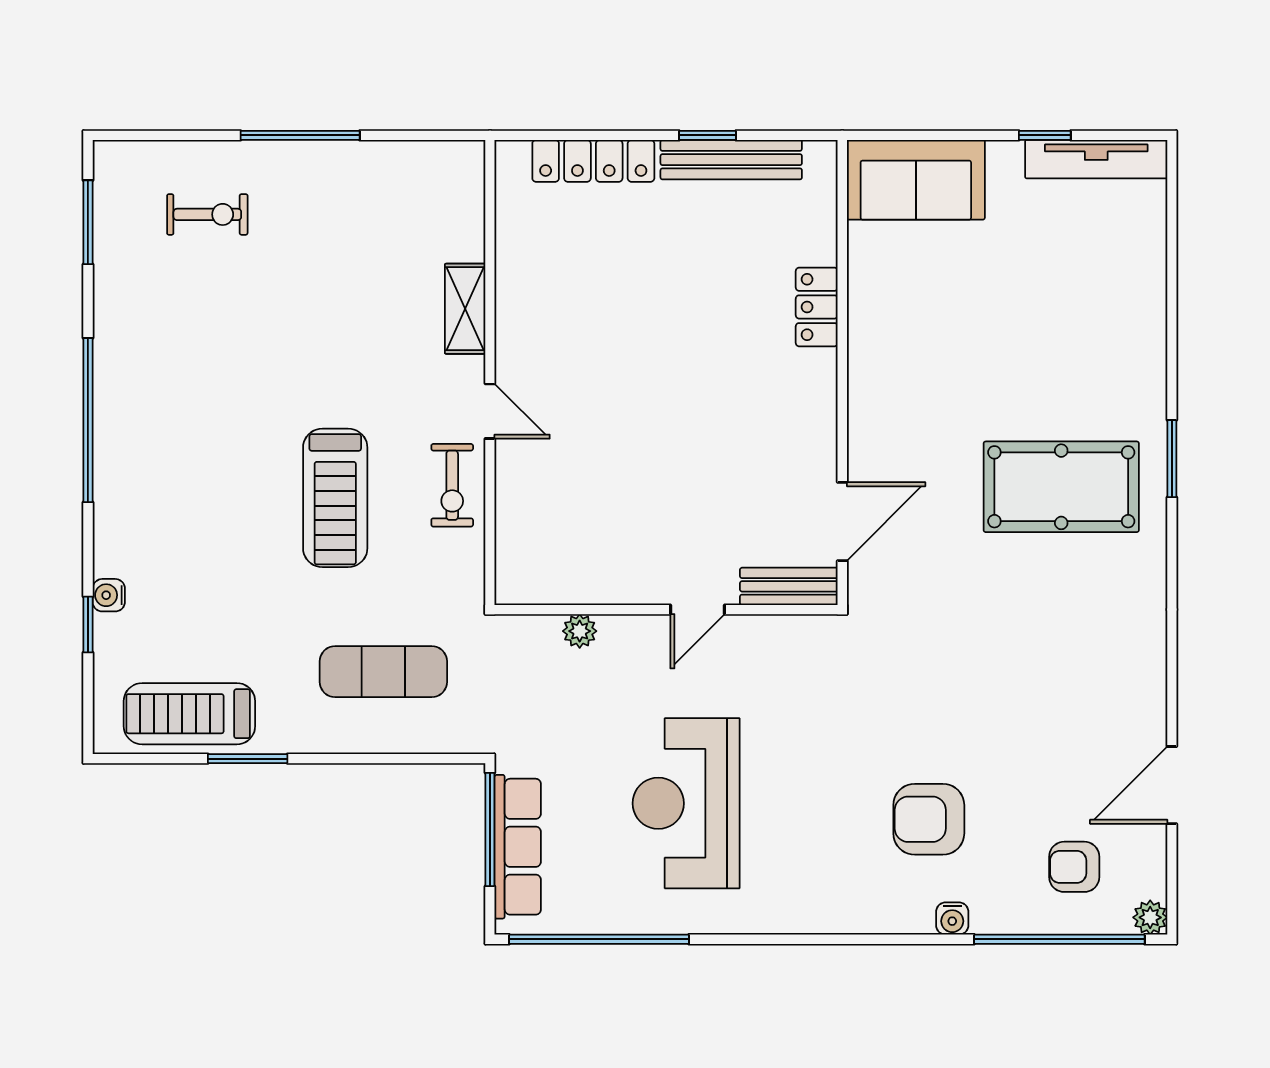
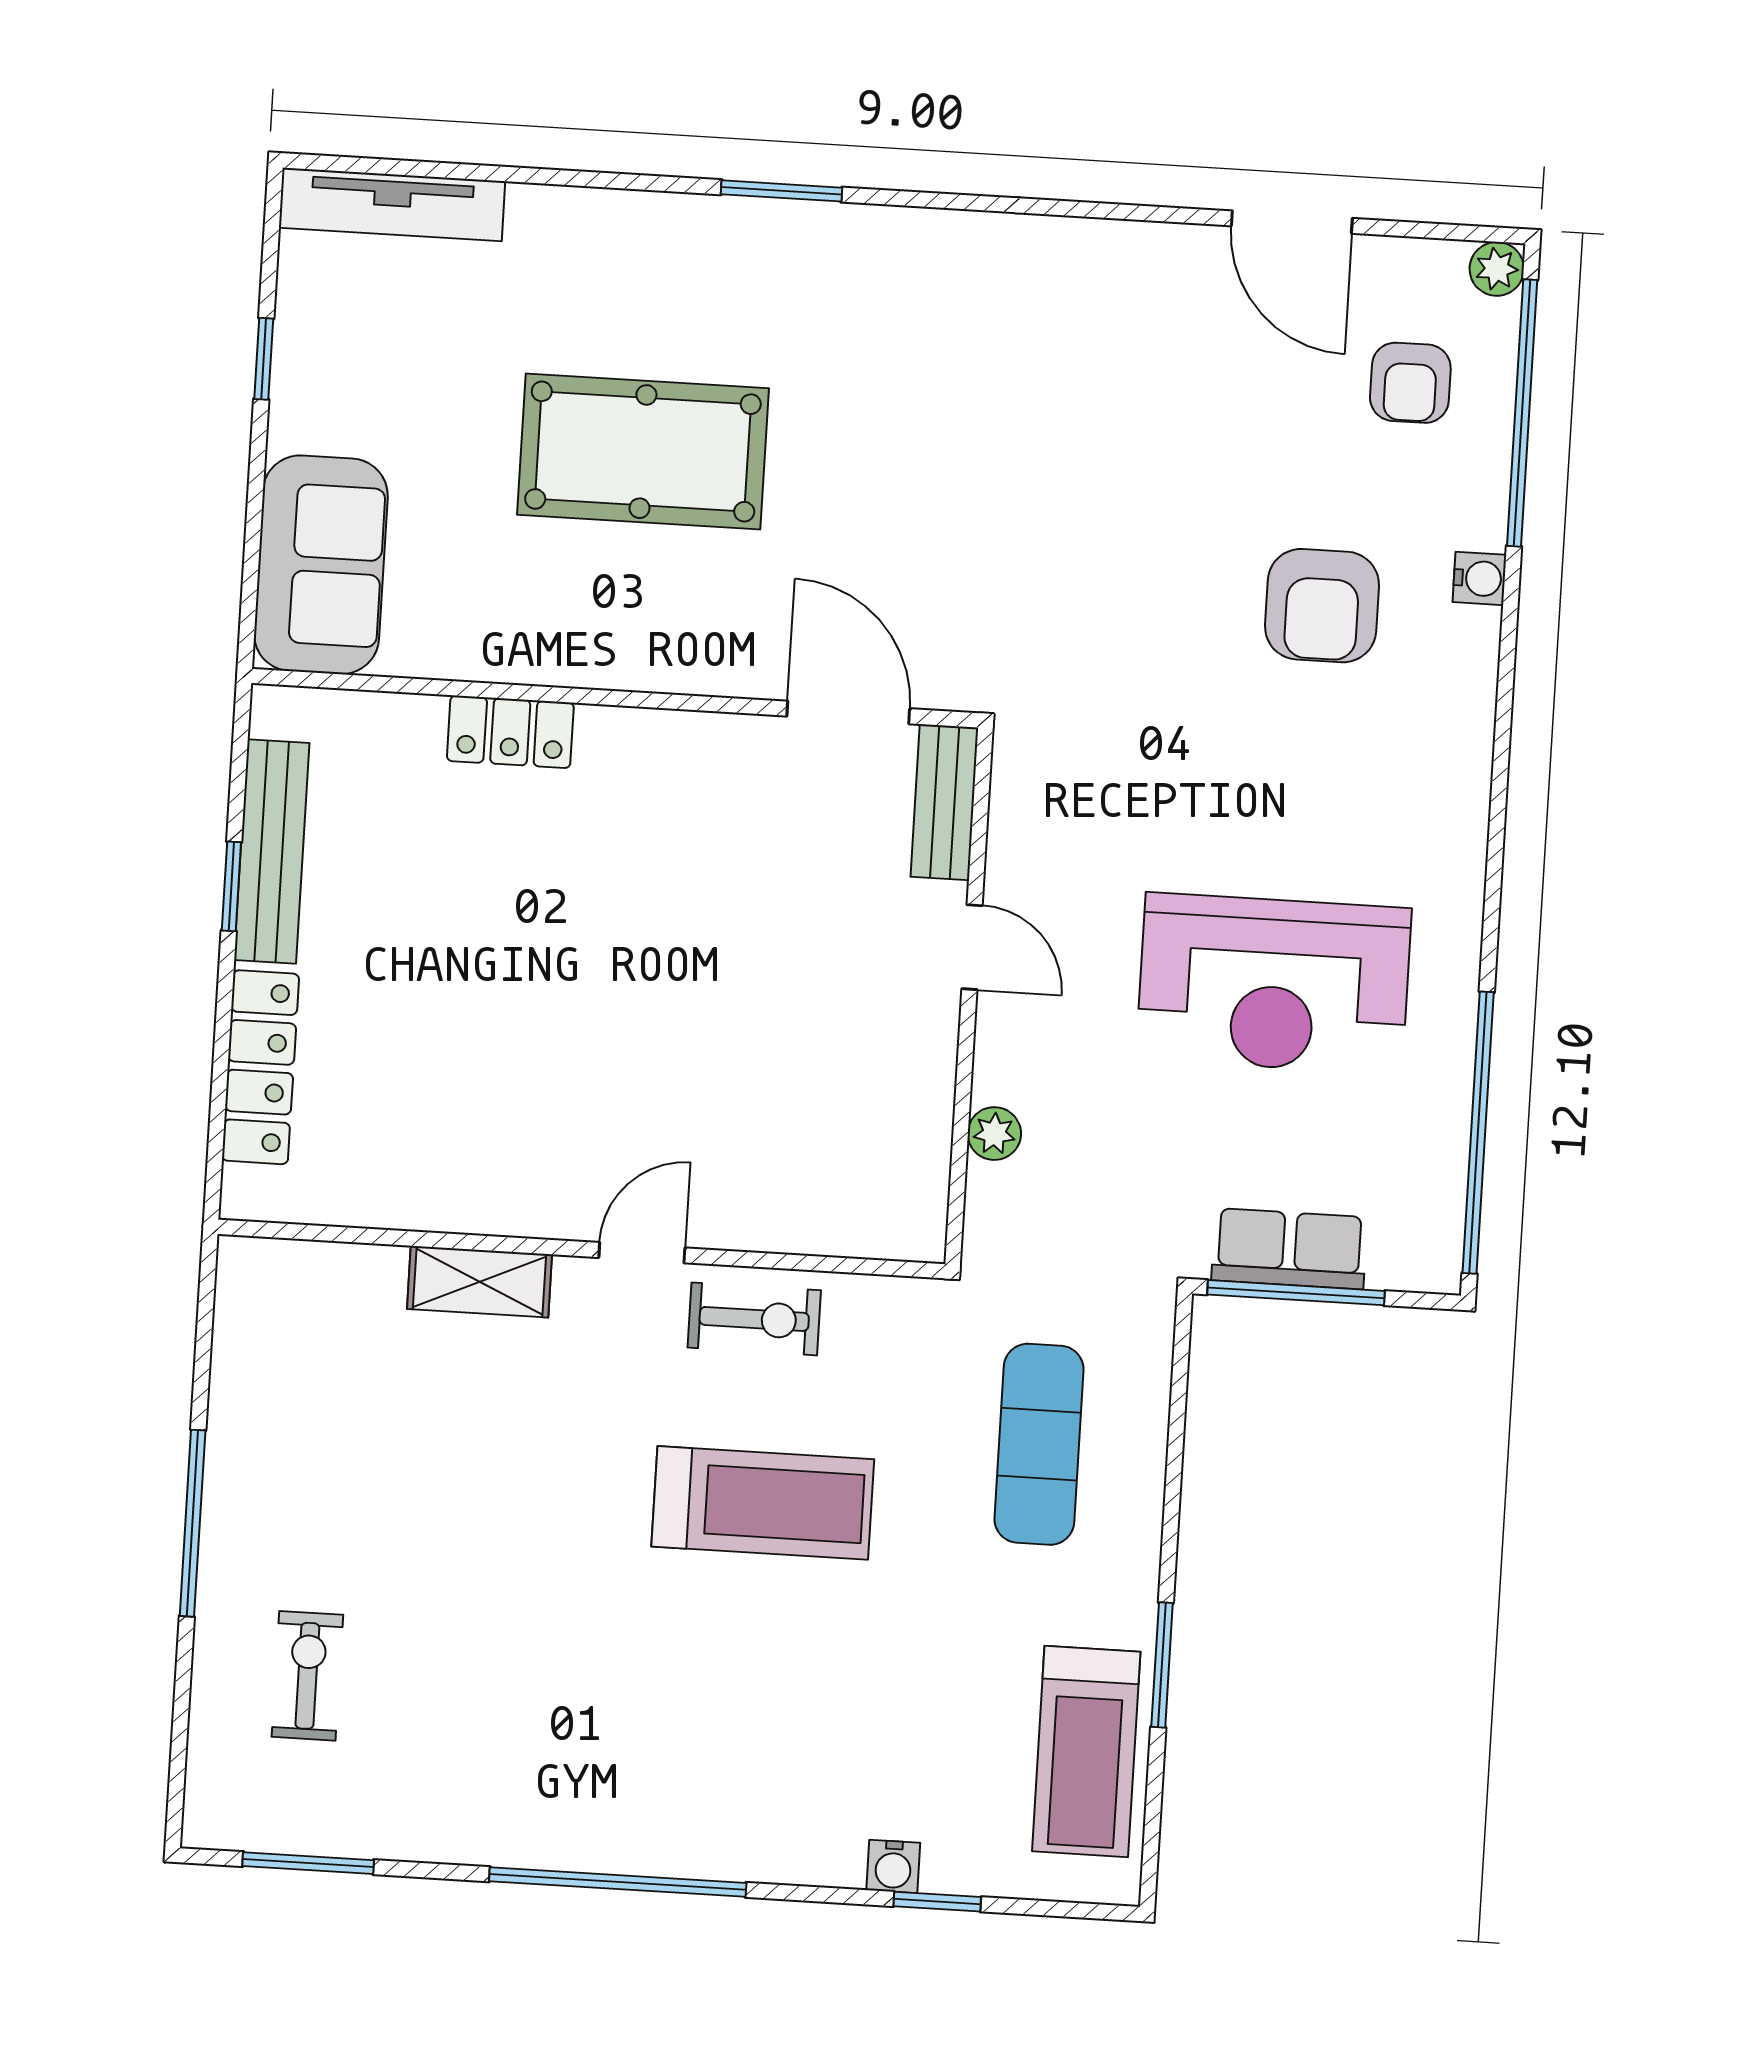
tv unit: (1096, 159) -> (392, 204), moved, turned 90
pool table: (1061, 487) -> (643, 452), moved, turned 90
row of seats: (518, 847) -> (1289, 1249), width x0.68

